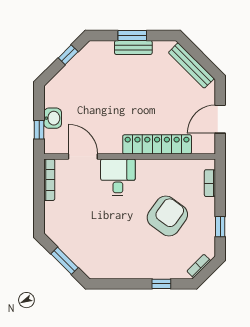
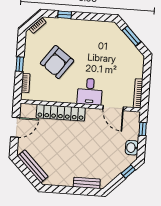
window: (132, 36) -> (73, 190), removed
bench: (133, 47) -> (87, 183), moved
window: (68, 55) -> (128, 172), moved
washbasin: (53, 118) -> (132, 148), moved
window: (220, 227) -> (20, 64), moved

